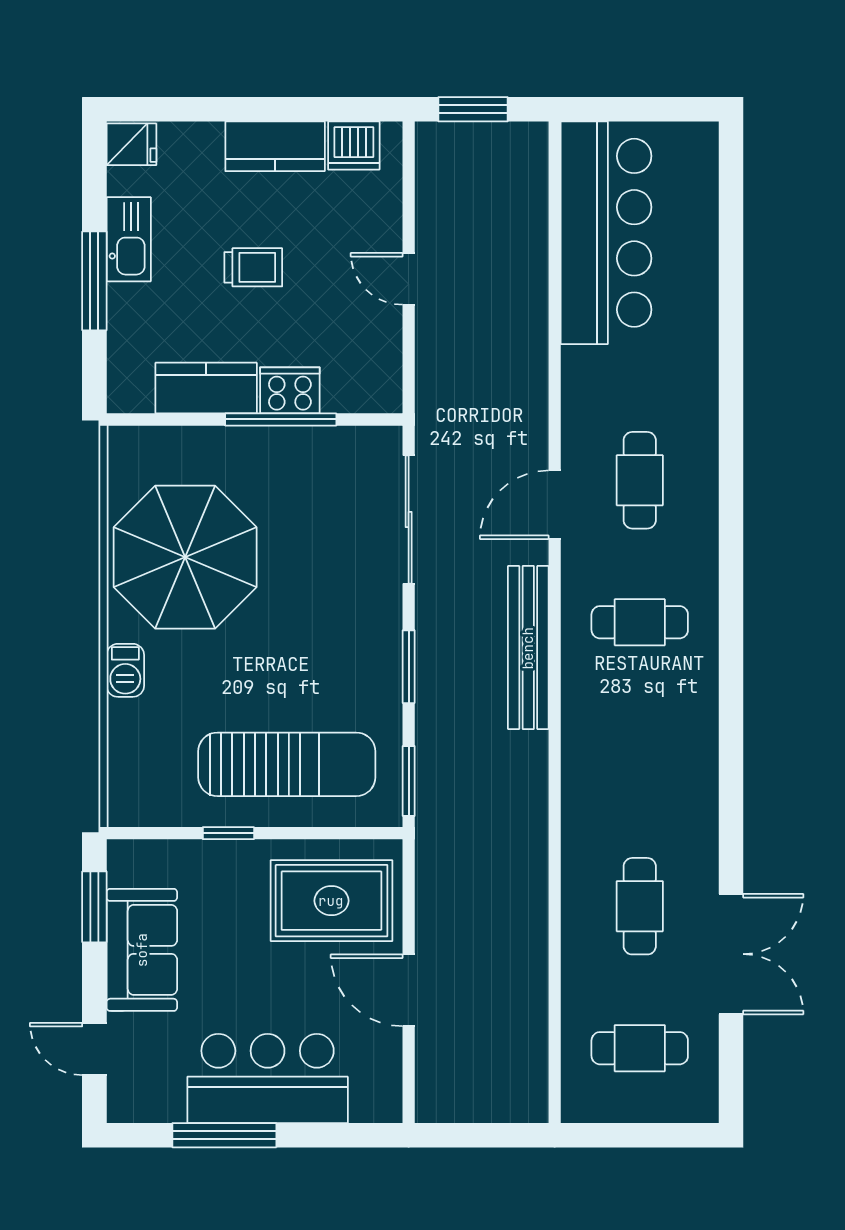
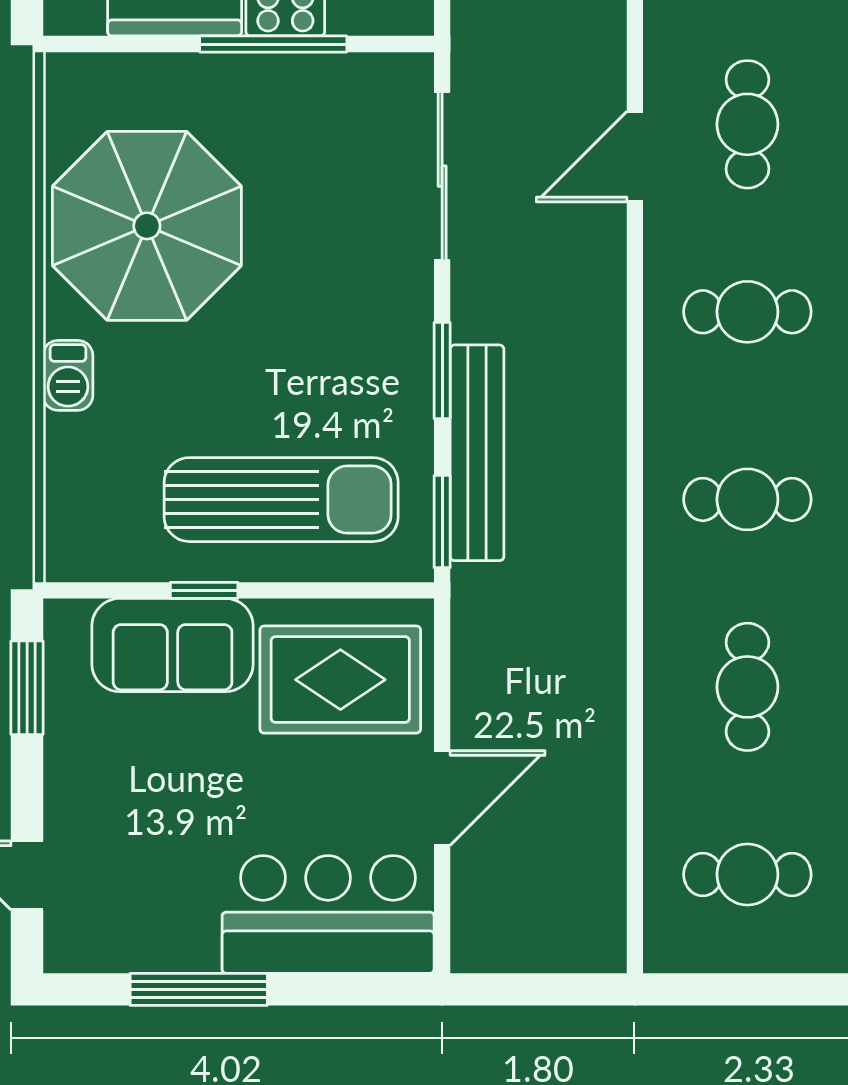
bench: (528, 648) -> (477, 453), moved
cafe table: (640, 764) -> (747, 499), added
sofa: (142, 950) -> (173, 645), moved, turned 90
door: (409, 990) -> (442, 798), swing flipped
bar counter: (268, 1078) -> (328, 914), moved

